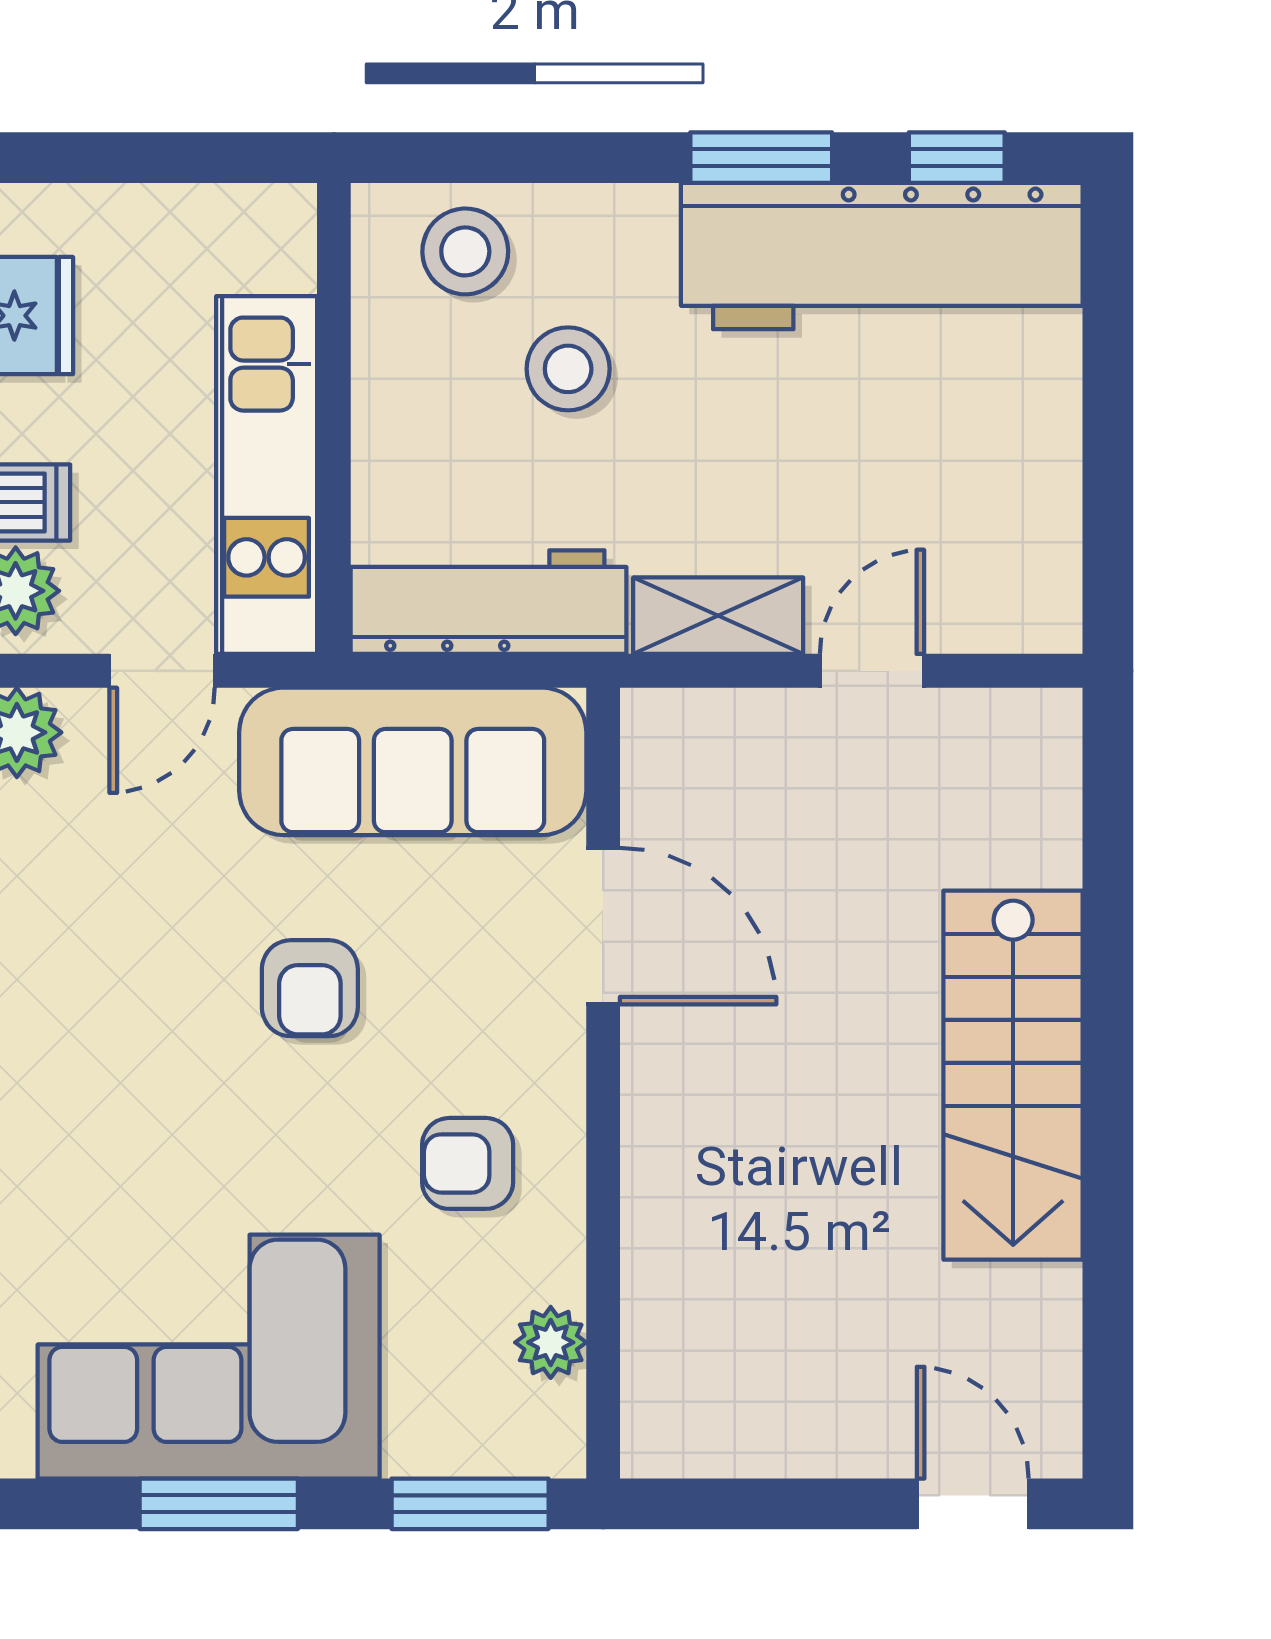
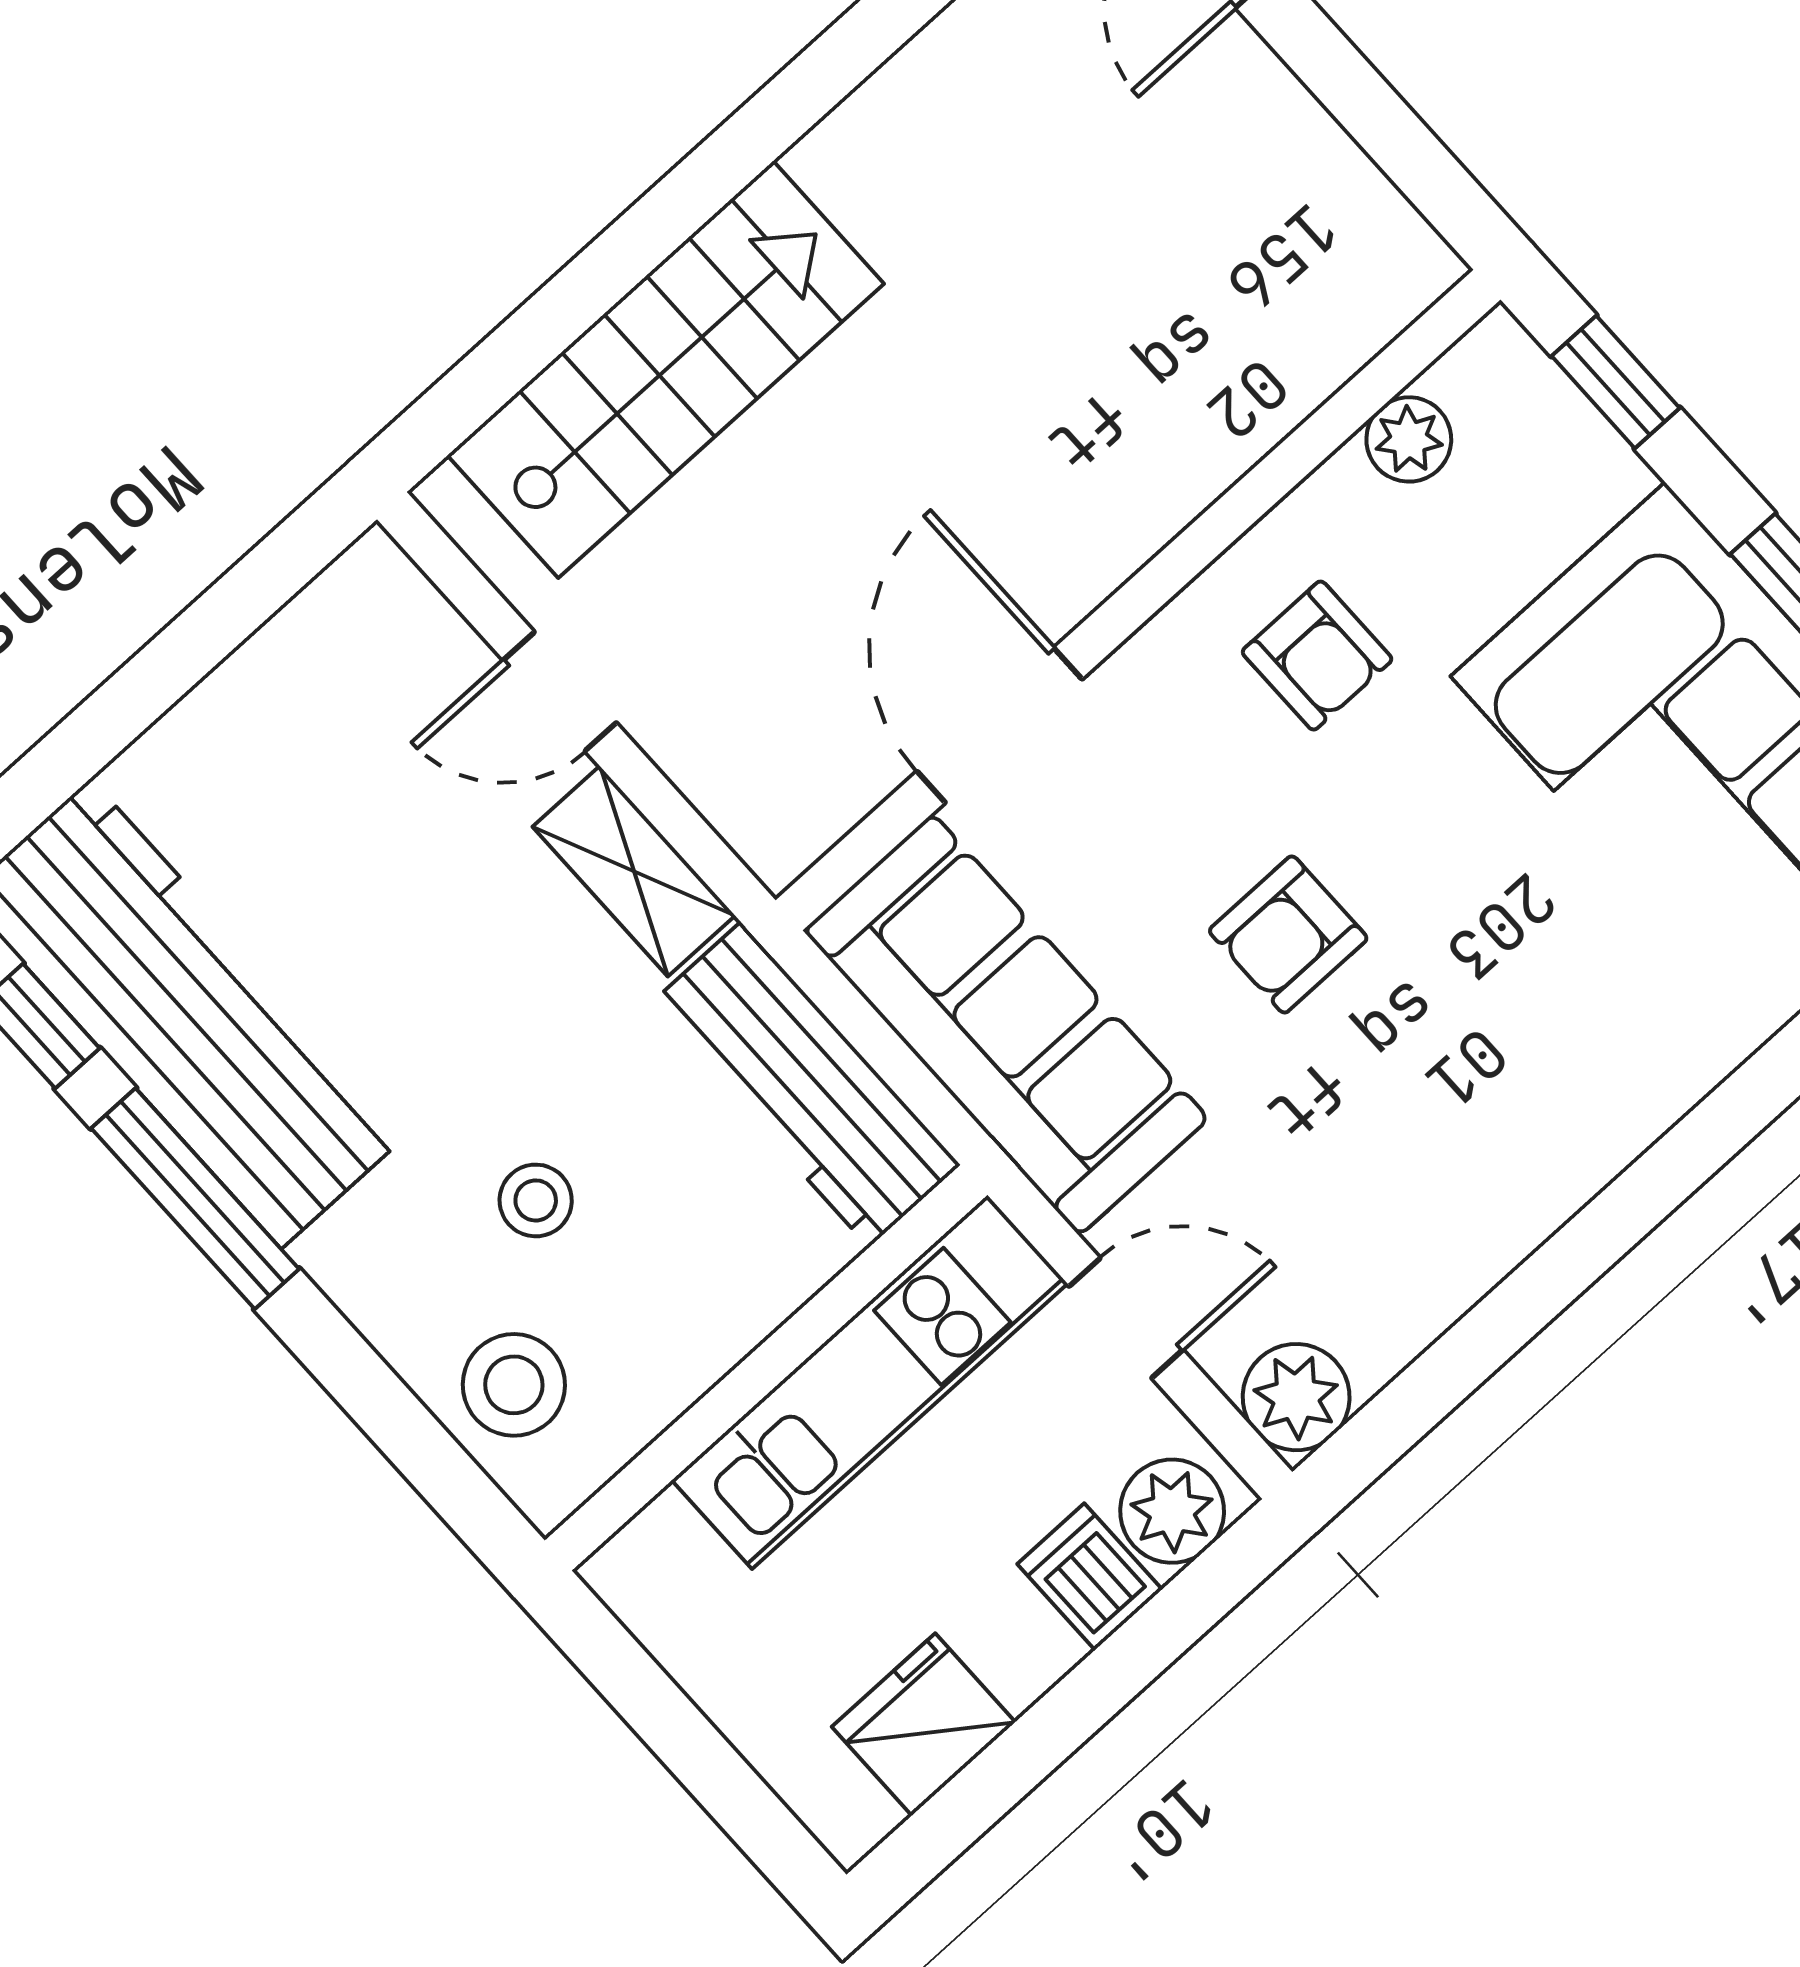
window: (761, 158) -> (195, 1199), width x1.44
stool: (568, 369) -> (536, 1200), width x0.73, depth x0.73
armchair: (310, 988) -> (1288, 934), turned 180
stairs: (1013, 1075) -> (666, 370), moved
window: (470, 1504) -> (1616, 382), width x0.67

